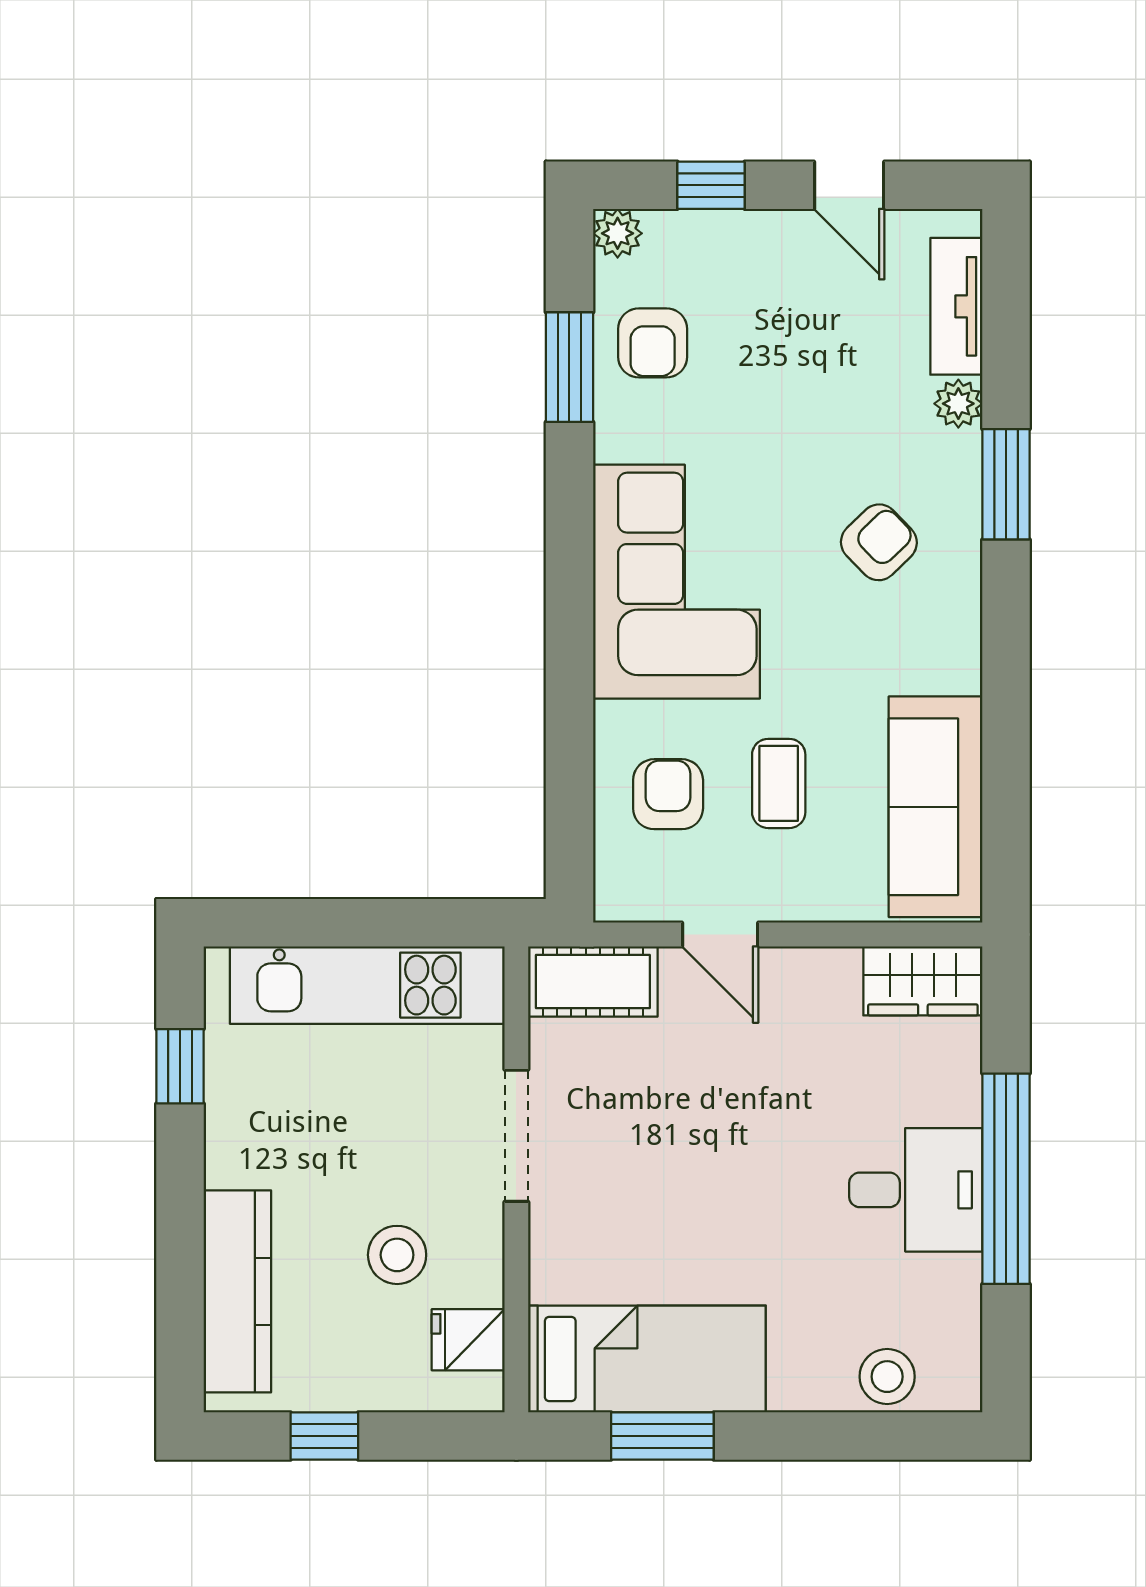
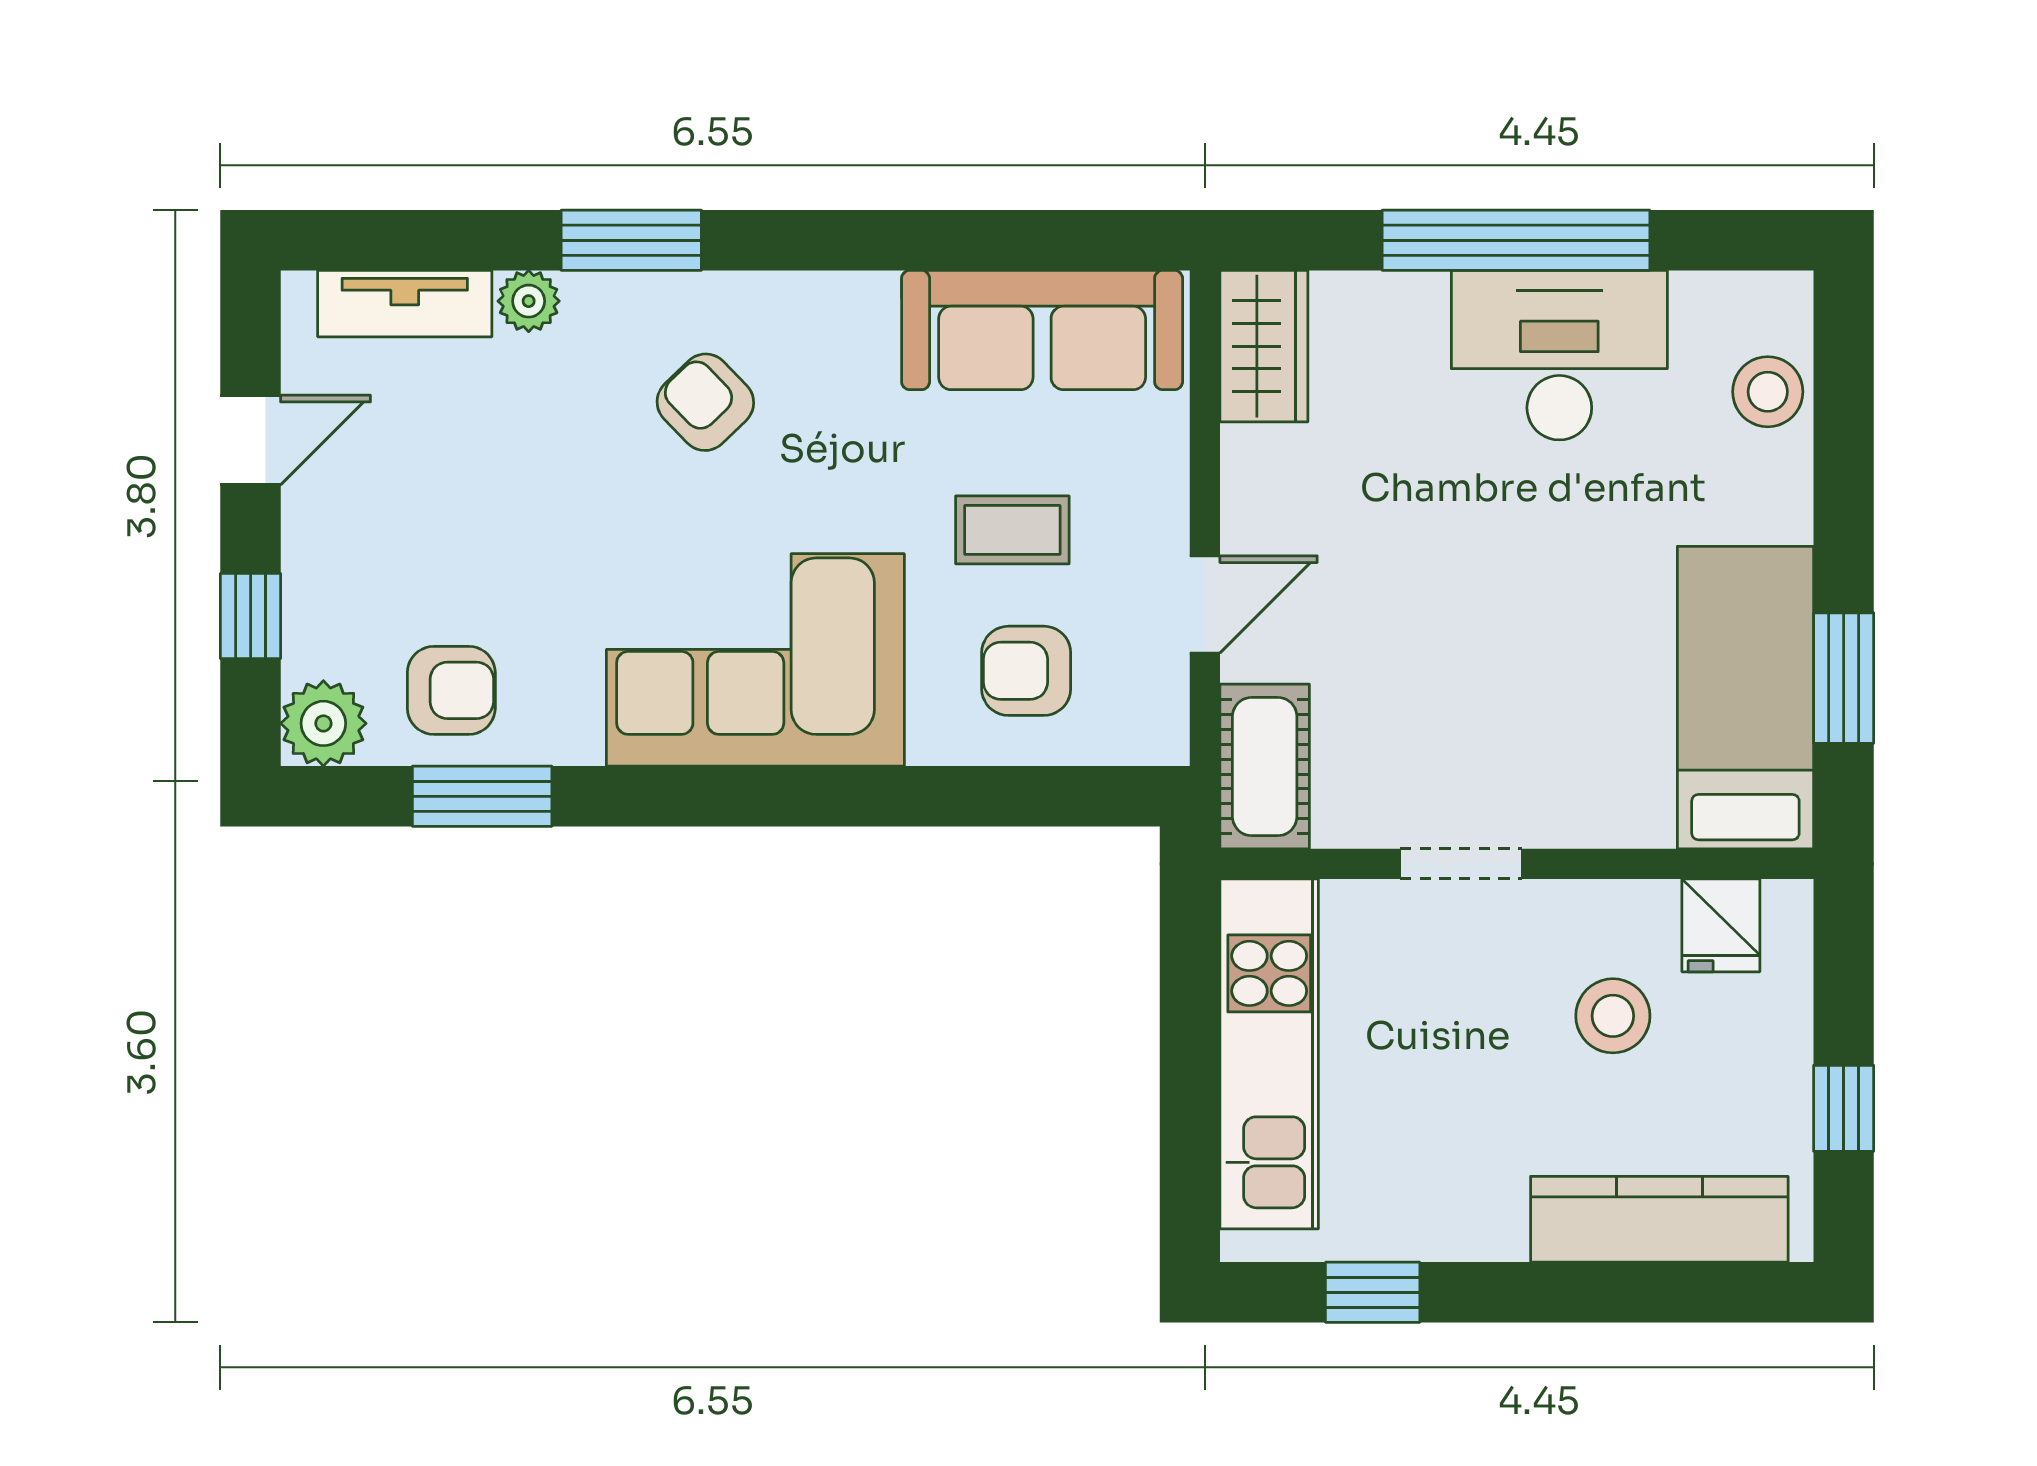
plant: (618, 233) -> (323, 723), width x1.38, depth x1.38
doorway: (516, 1136) -> (1461, 864), width x0.73
desk: (916, 1190) -> (1559, 355), width x1.37

